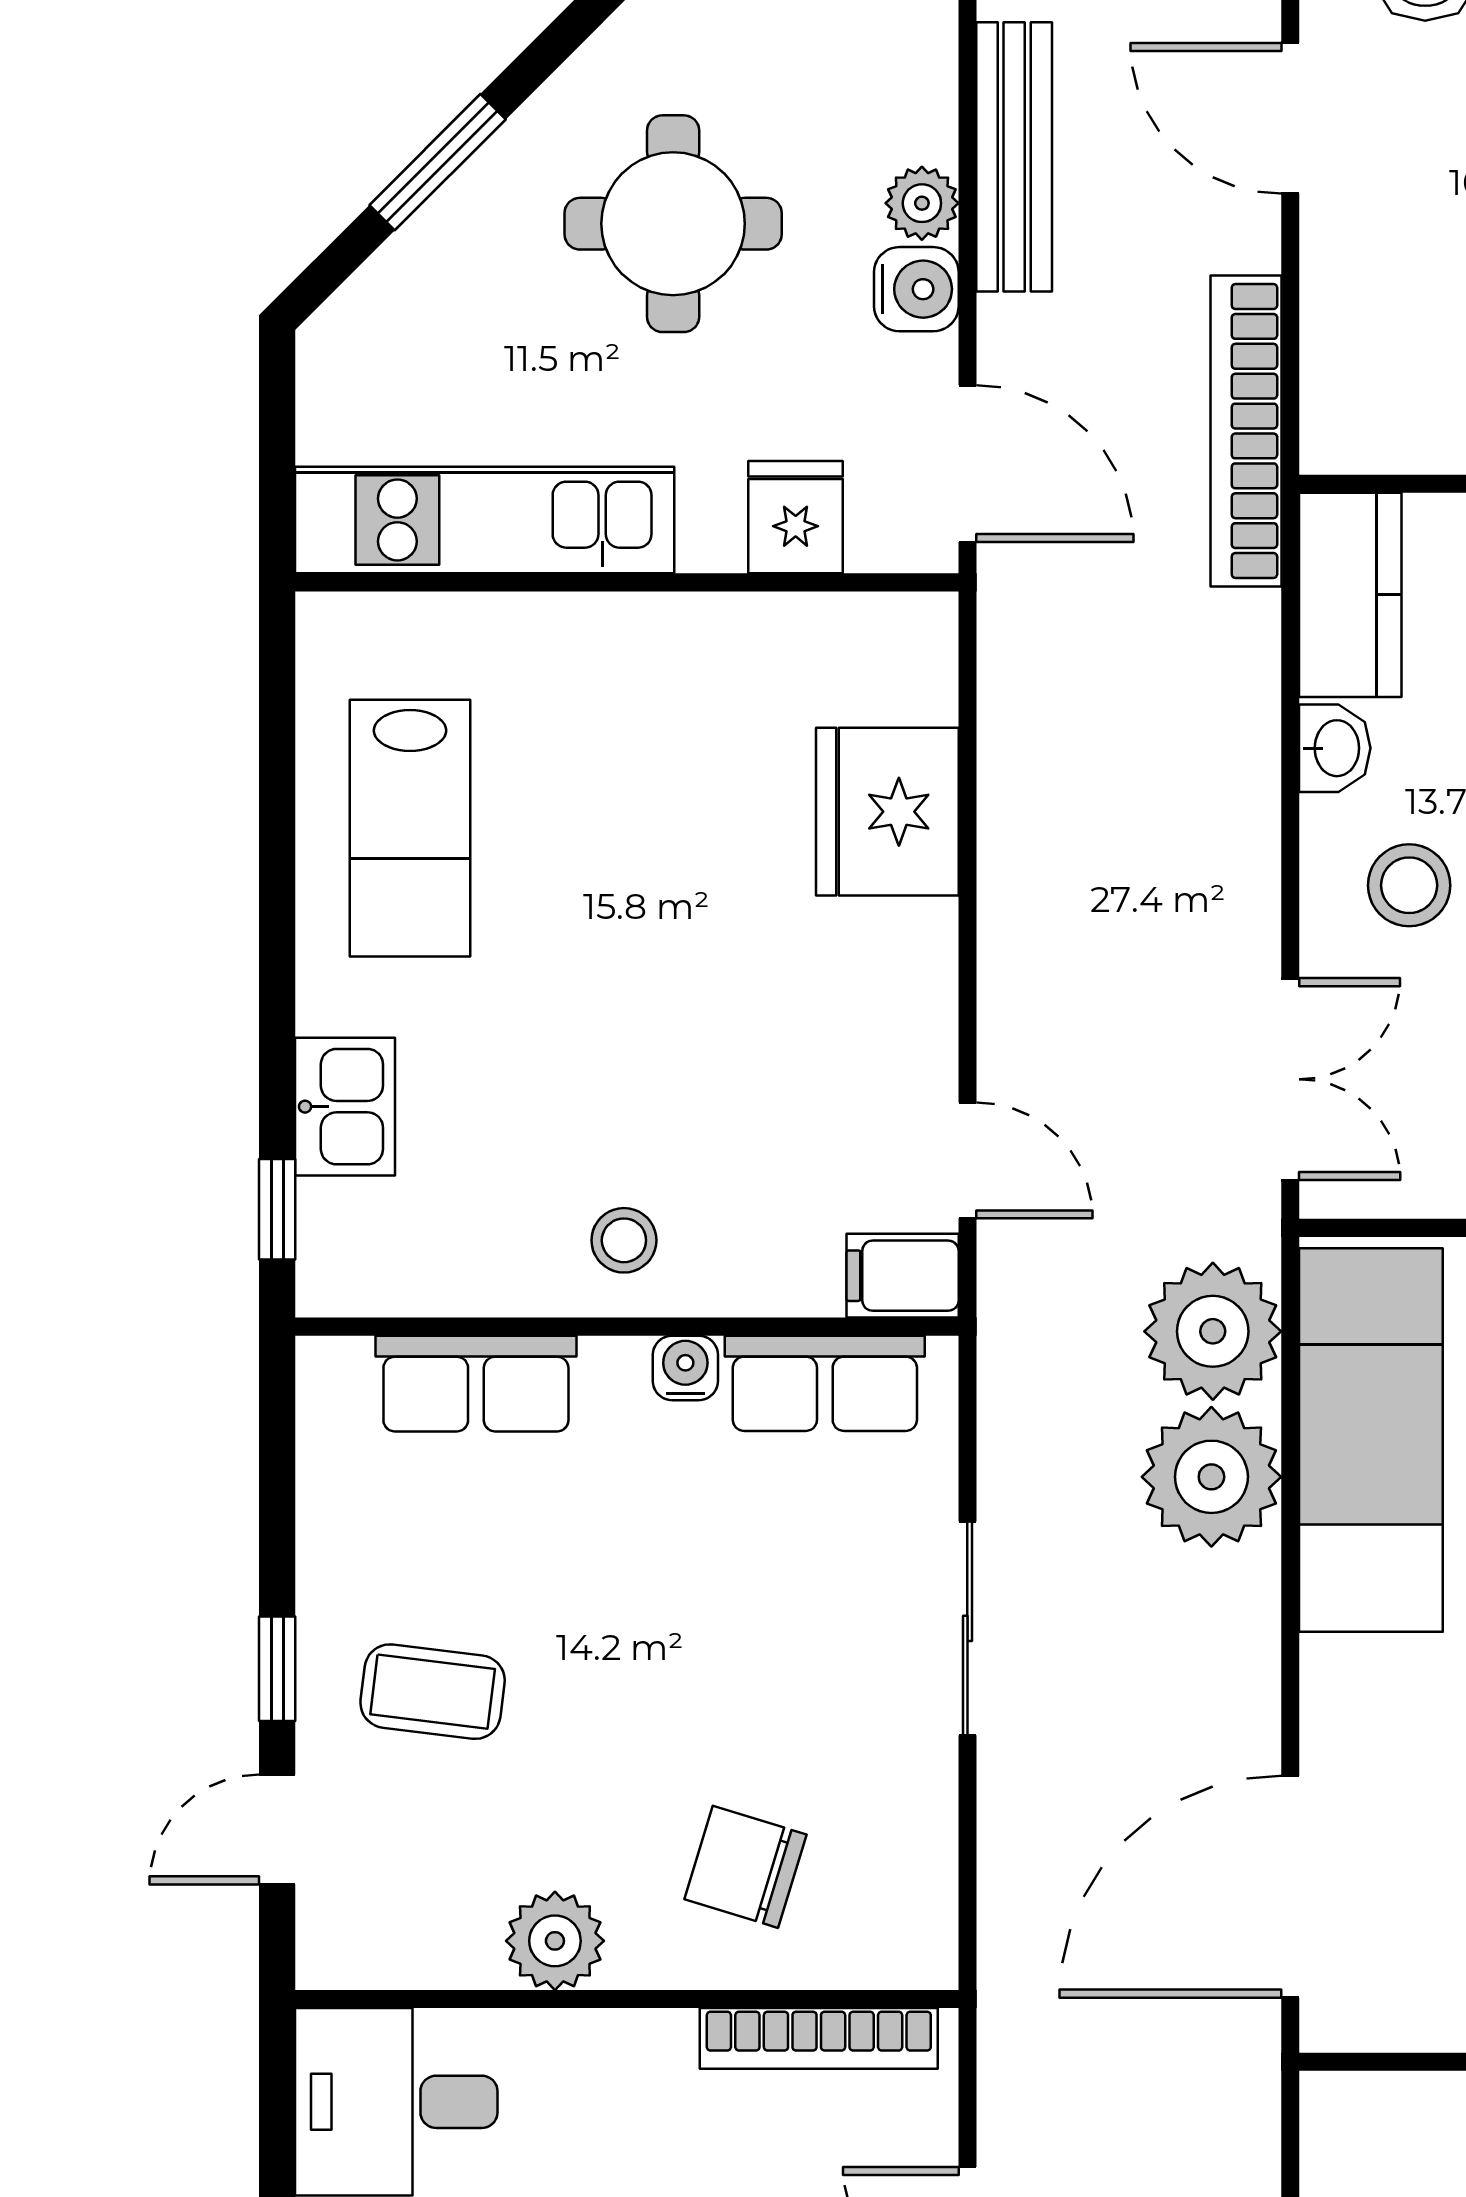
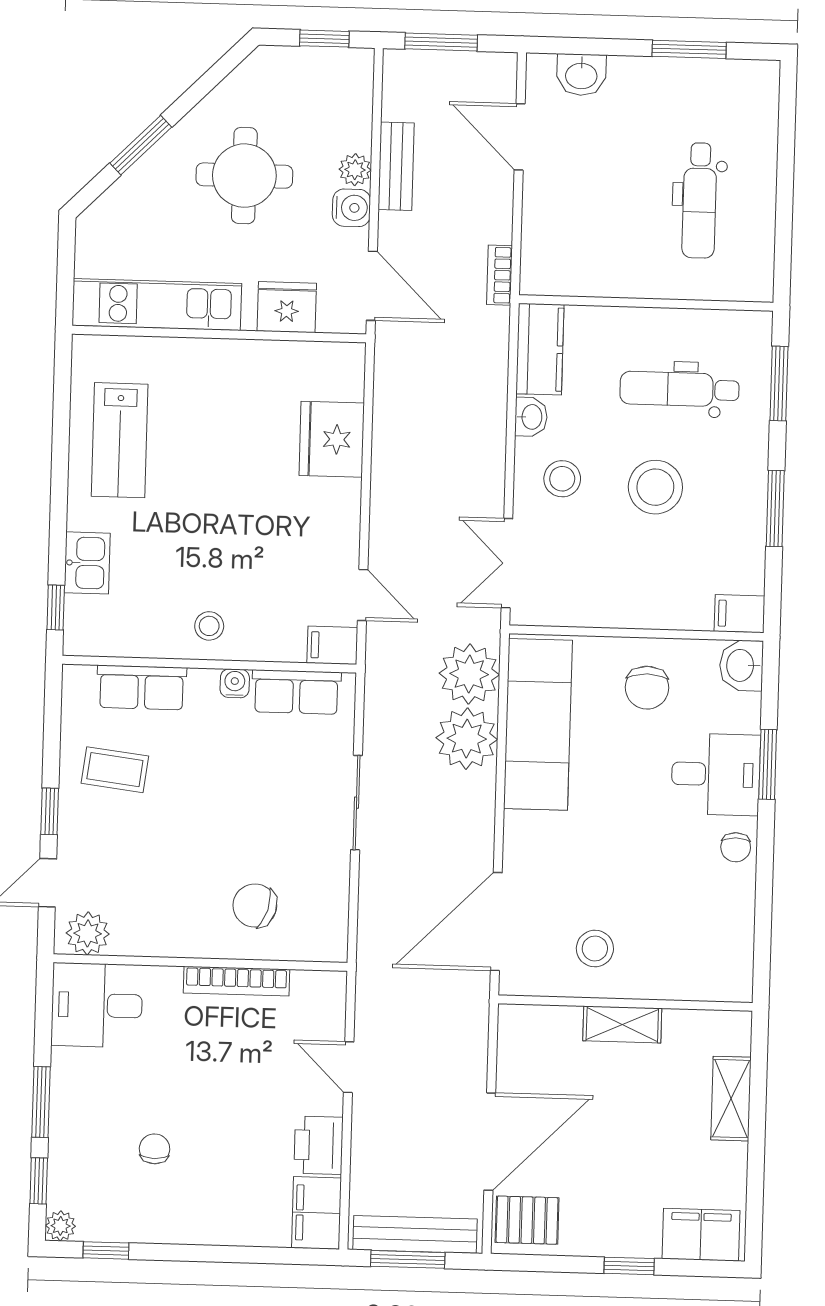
bench: (1014, 157) -> (396, 166), width x0.73
bookcase: (1246, 431) -> (500, 275), width x0.43, depth x0.76
fridge: (796, 517) -> (287, 307), width x1.38
double door: (1290, 1079) -> (507, 563), swing flipped
coffee table: (433, 1692) -> (115, 770), moved
plant: (555, 1941) -> (88, 933), moved
bookcase: (819, 2038) -> (236, 981), moved

